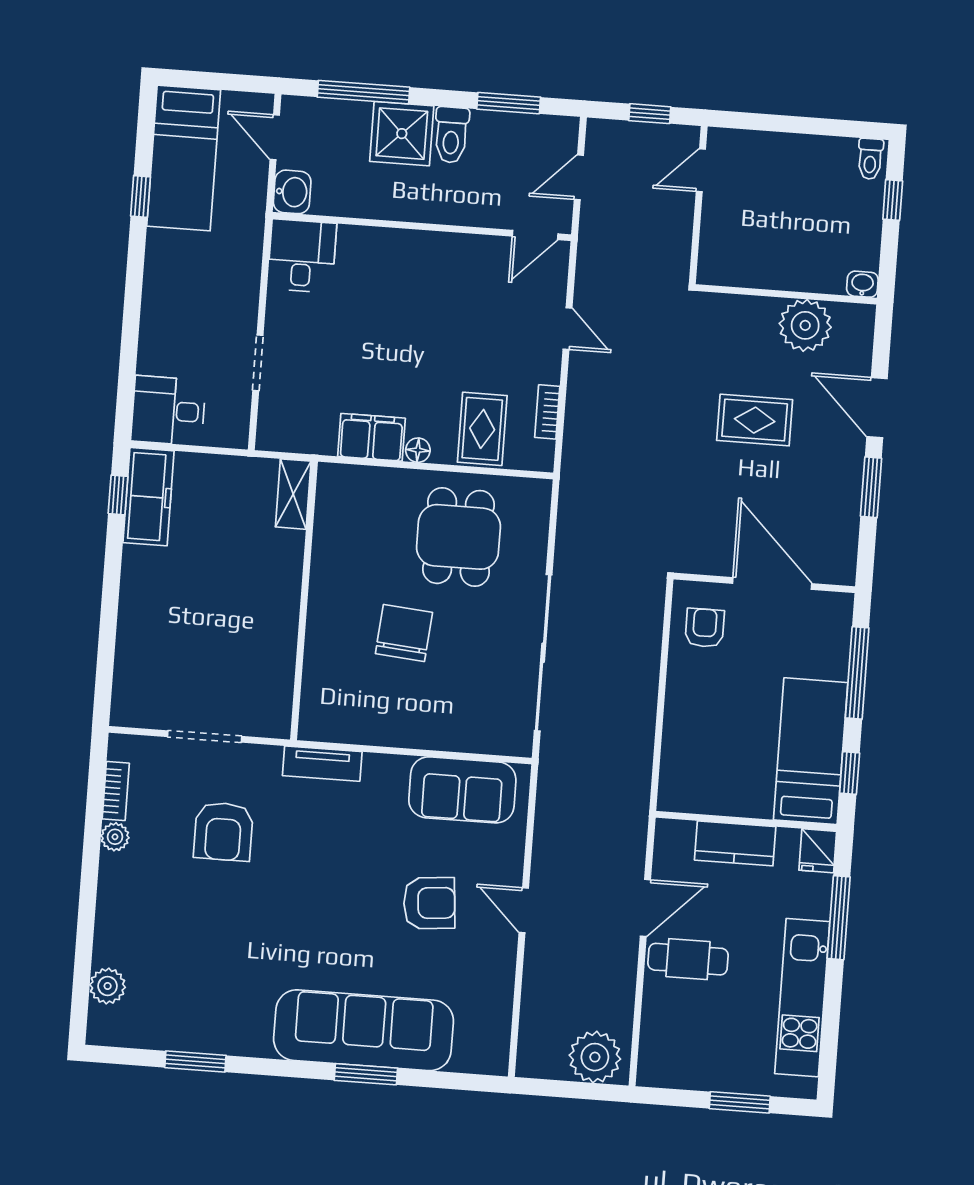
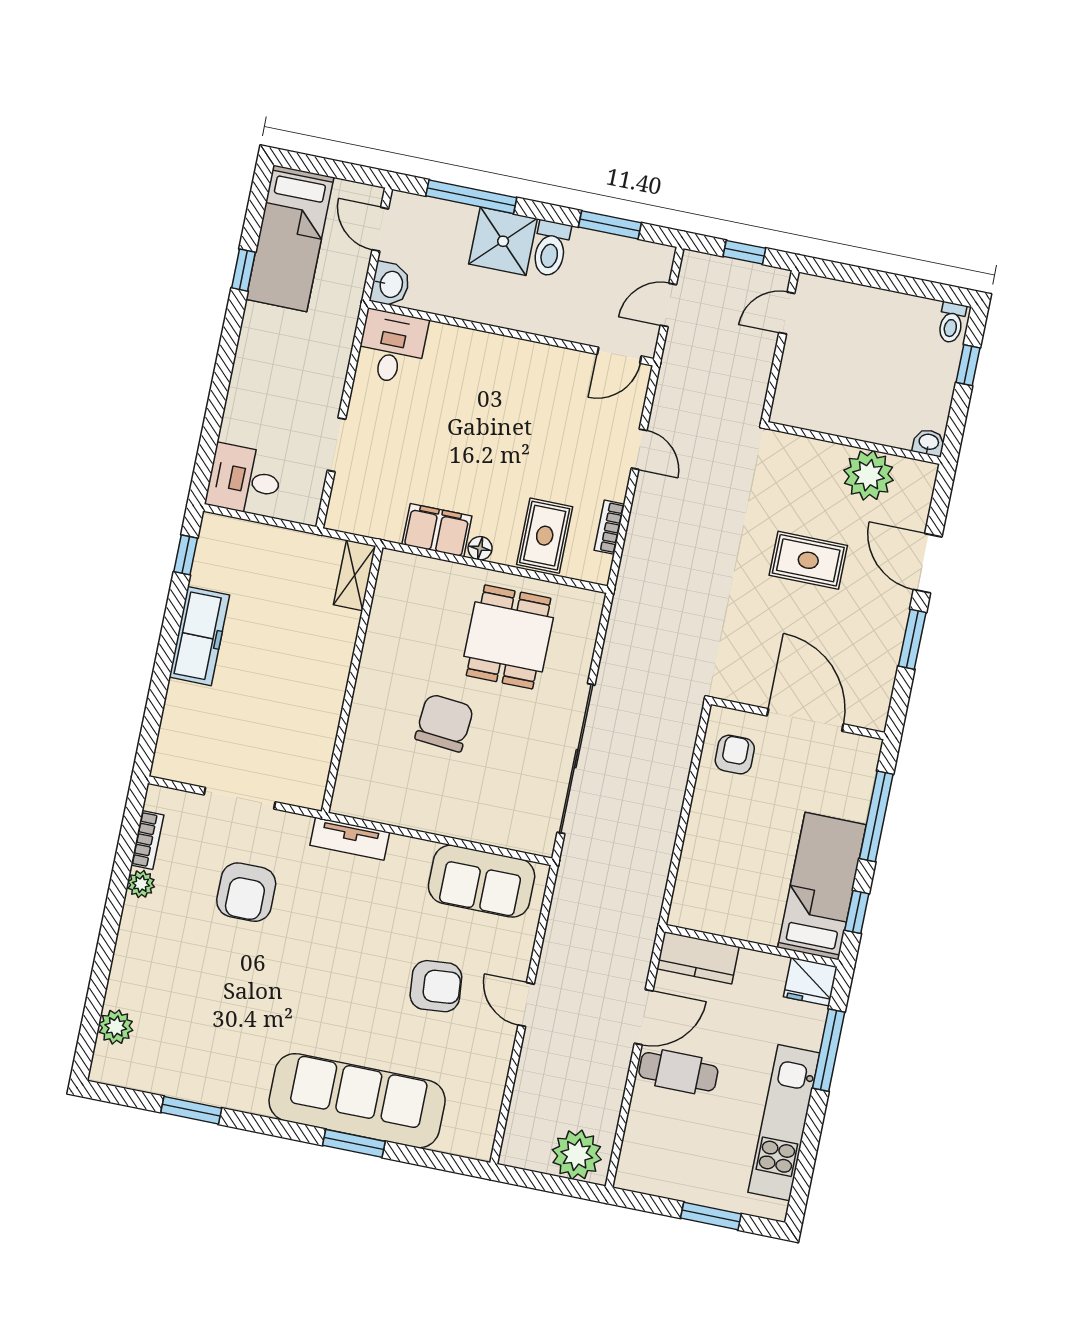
freezer: (149, 497) -> (199, 636), moved
kitchen counter: (735, 843) -> (698, 958), moved
fridge: (818, 851) -> (810, 982), width x1.38

